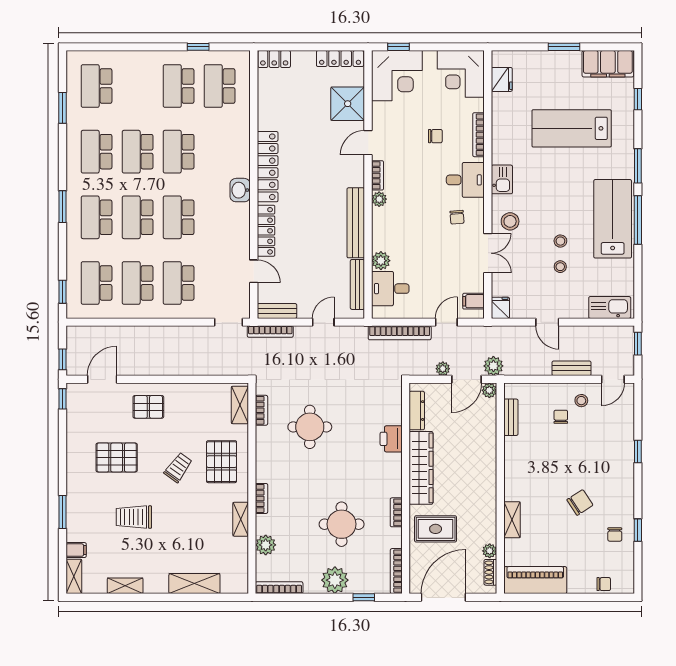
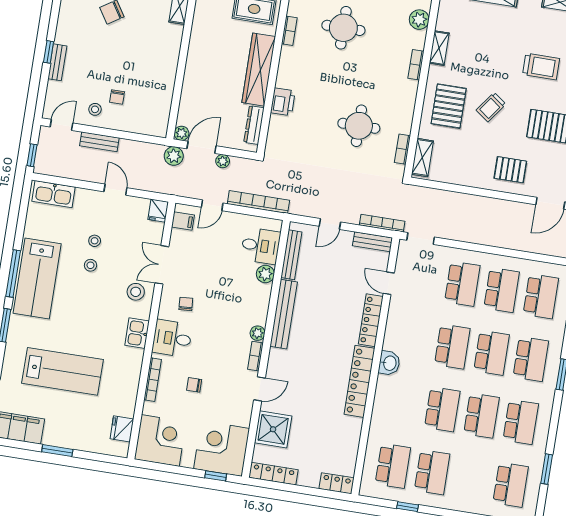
bench: (511, 417) -> (57, 62), moved

